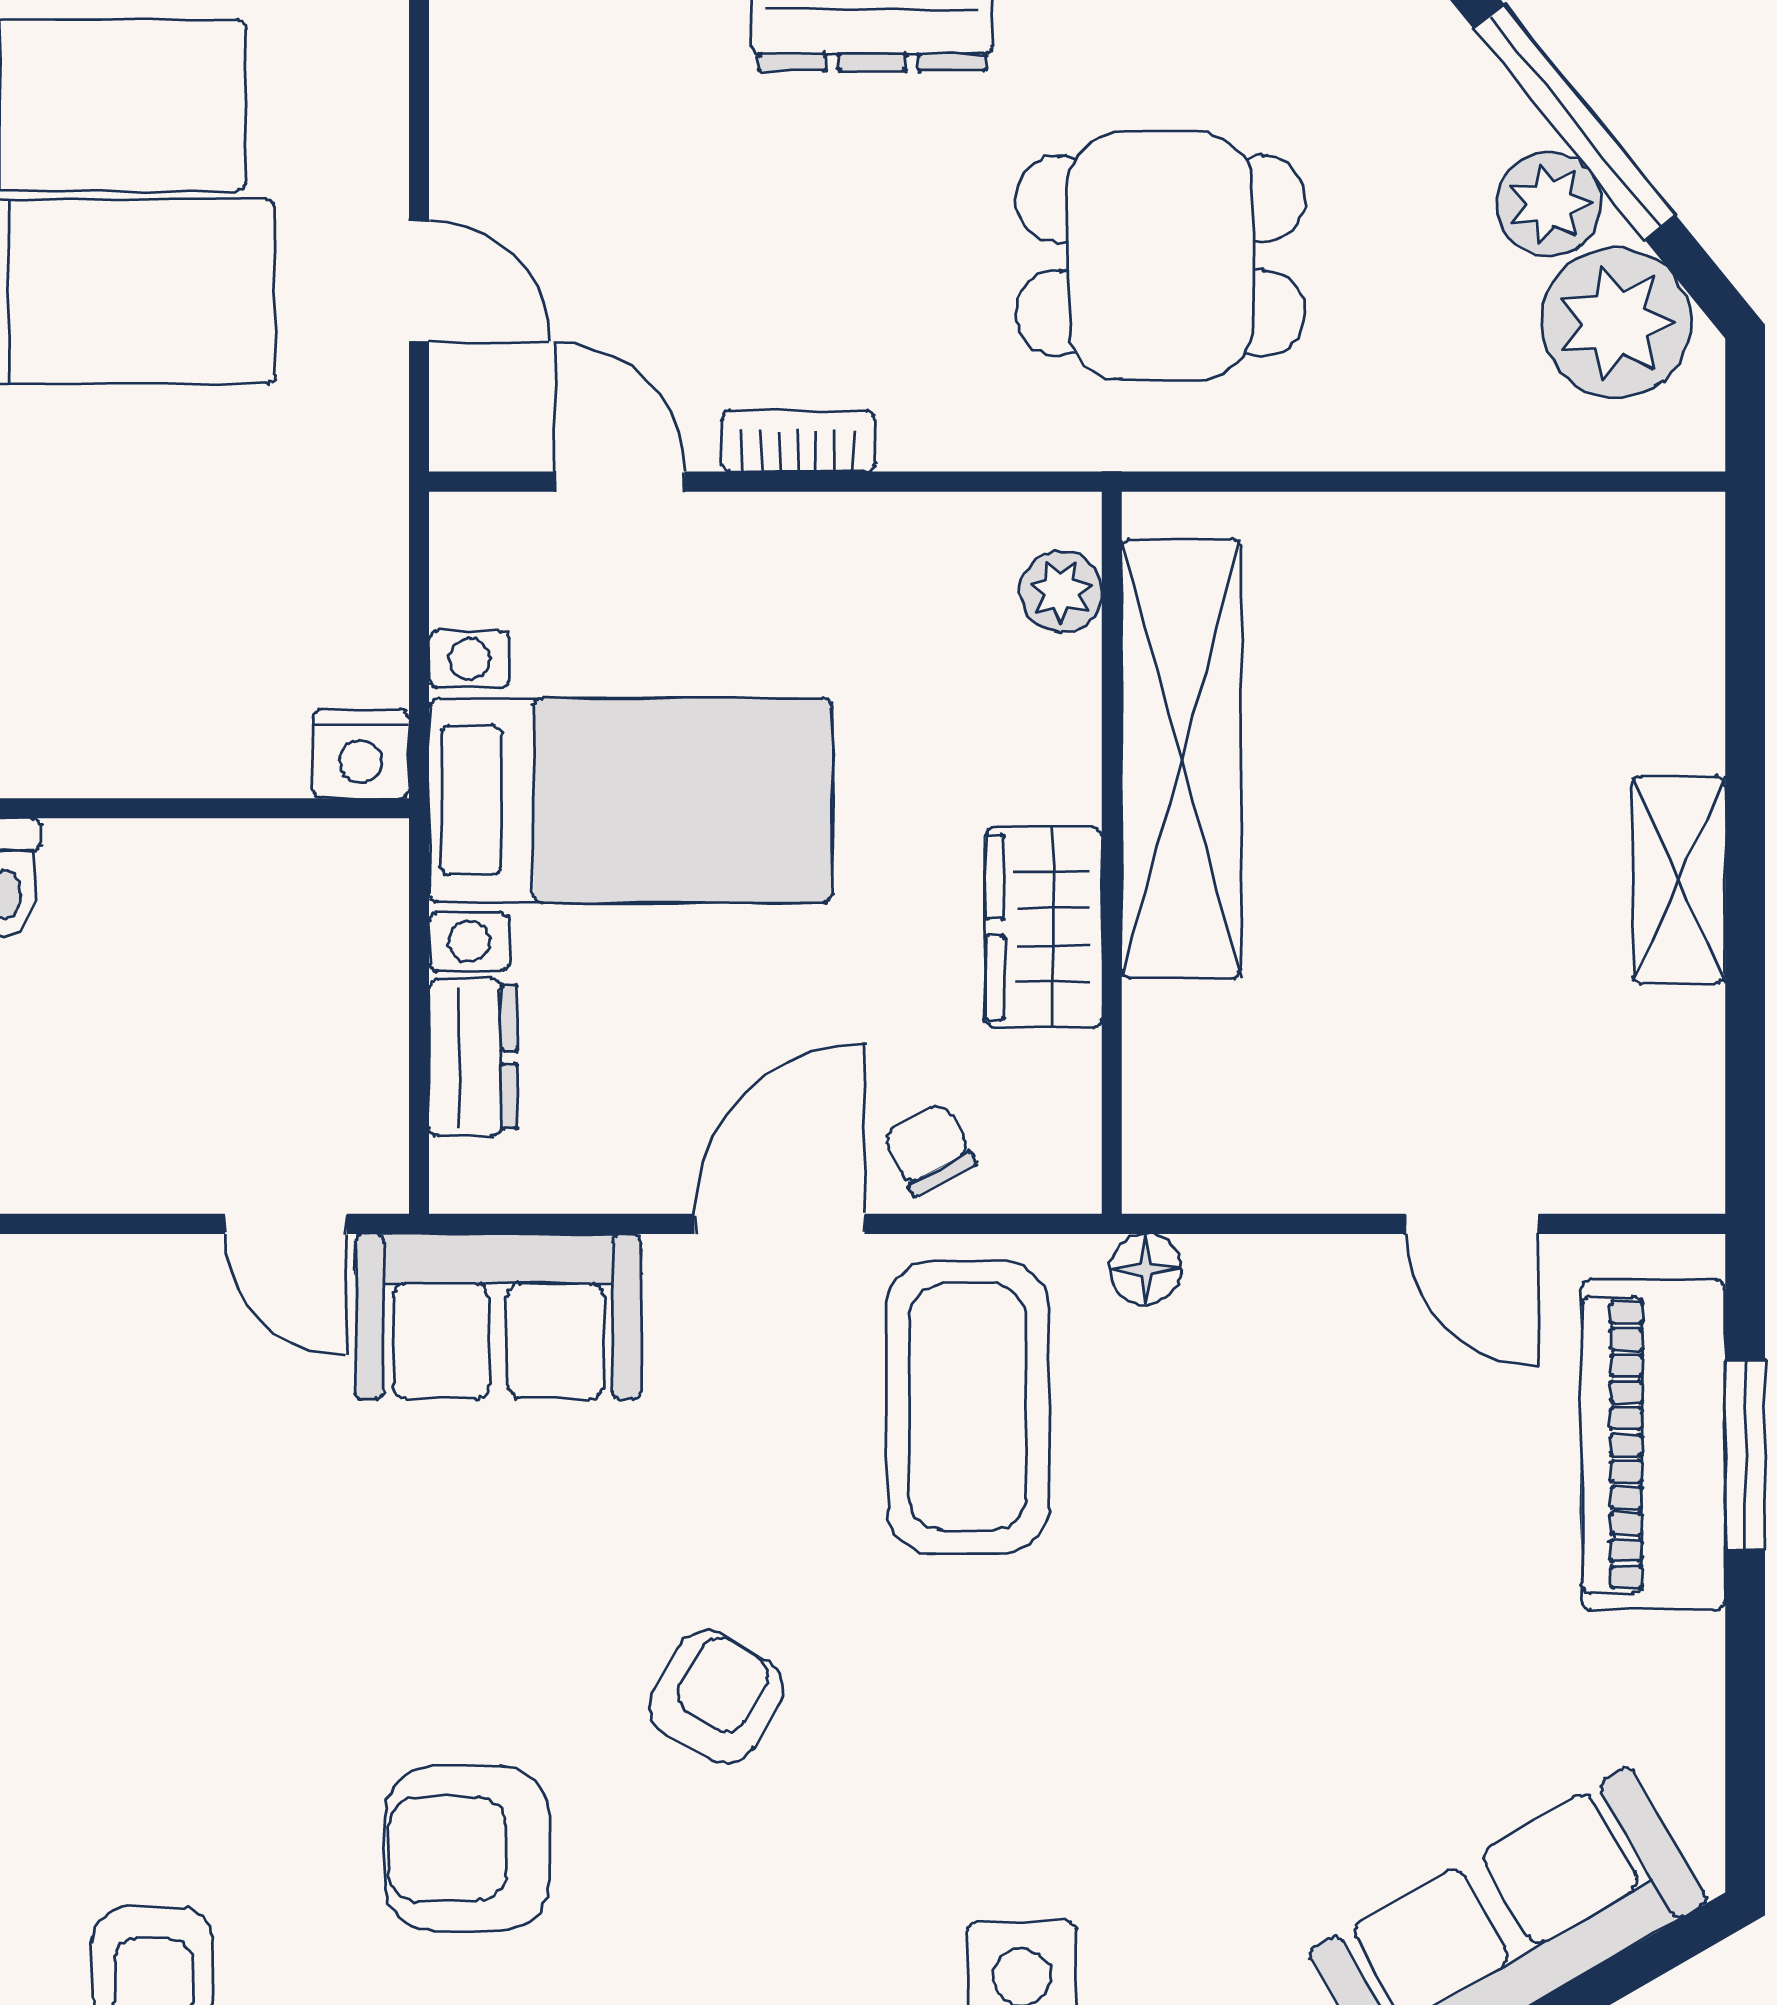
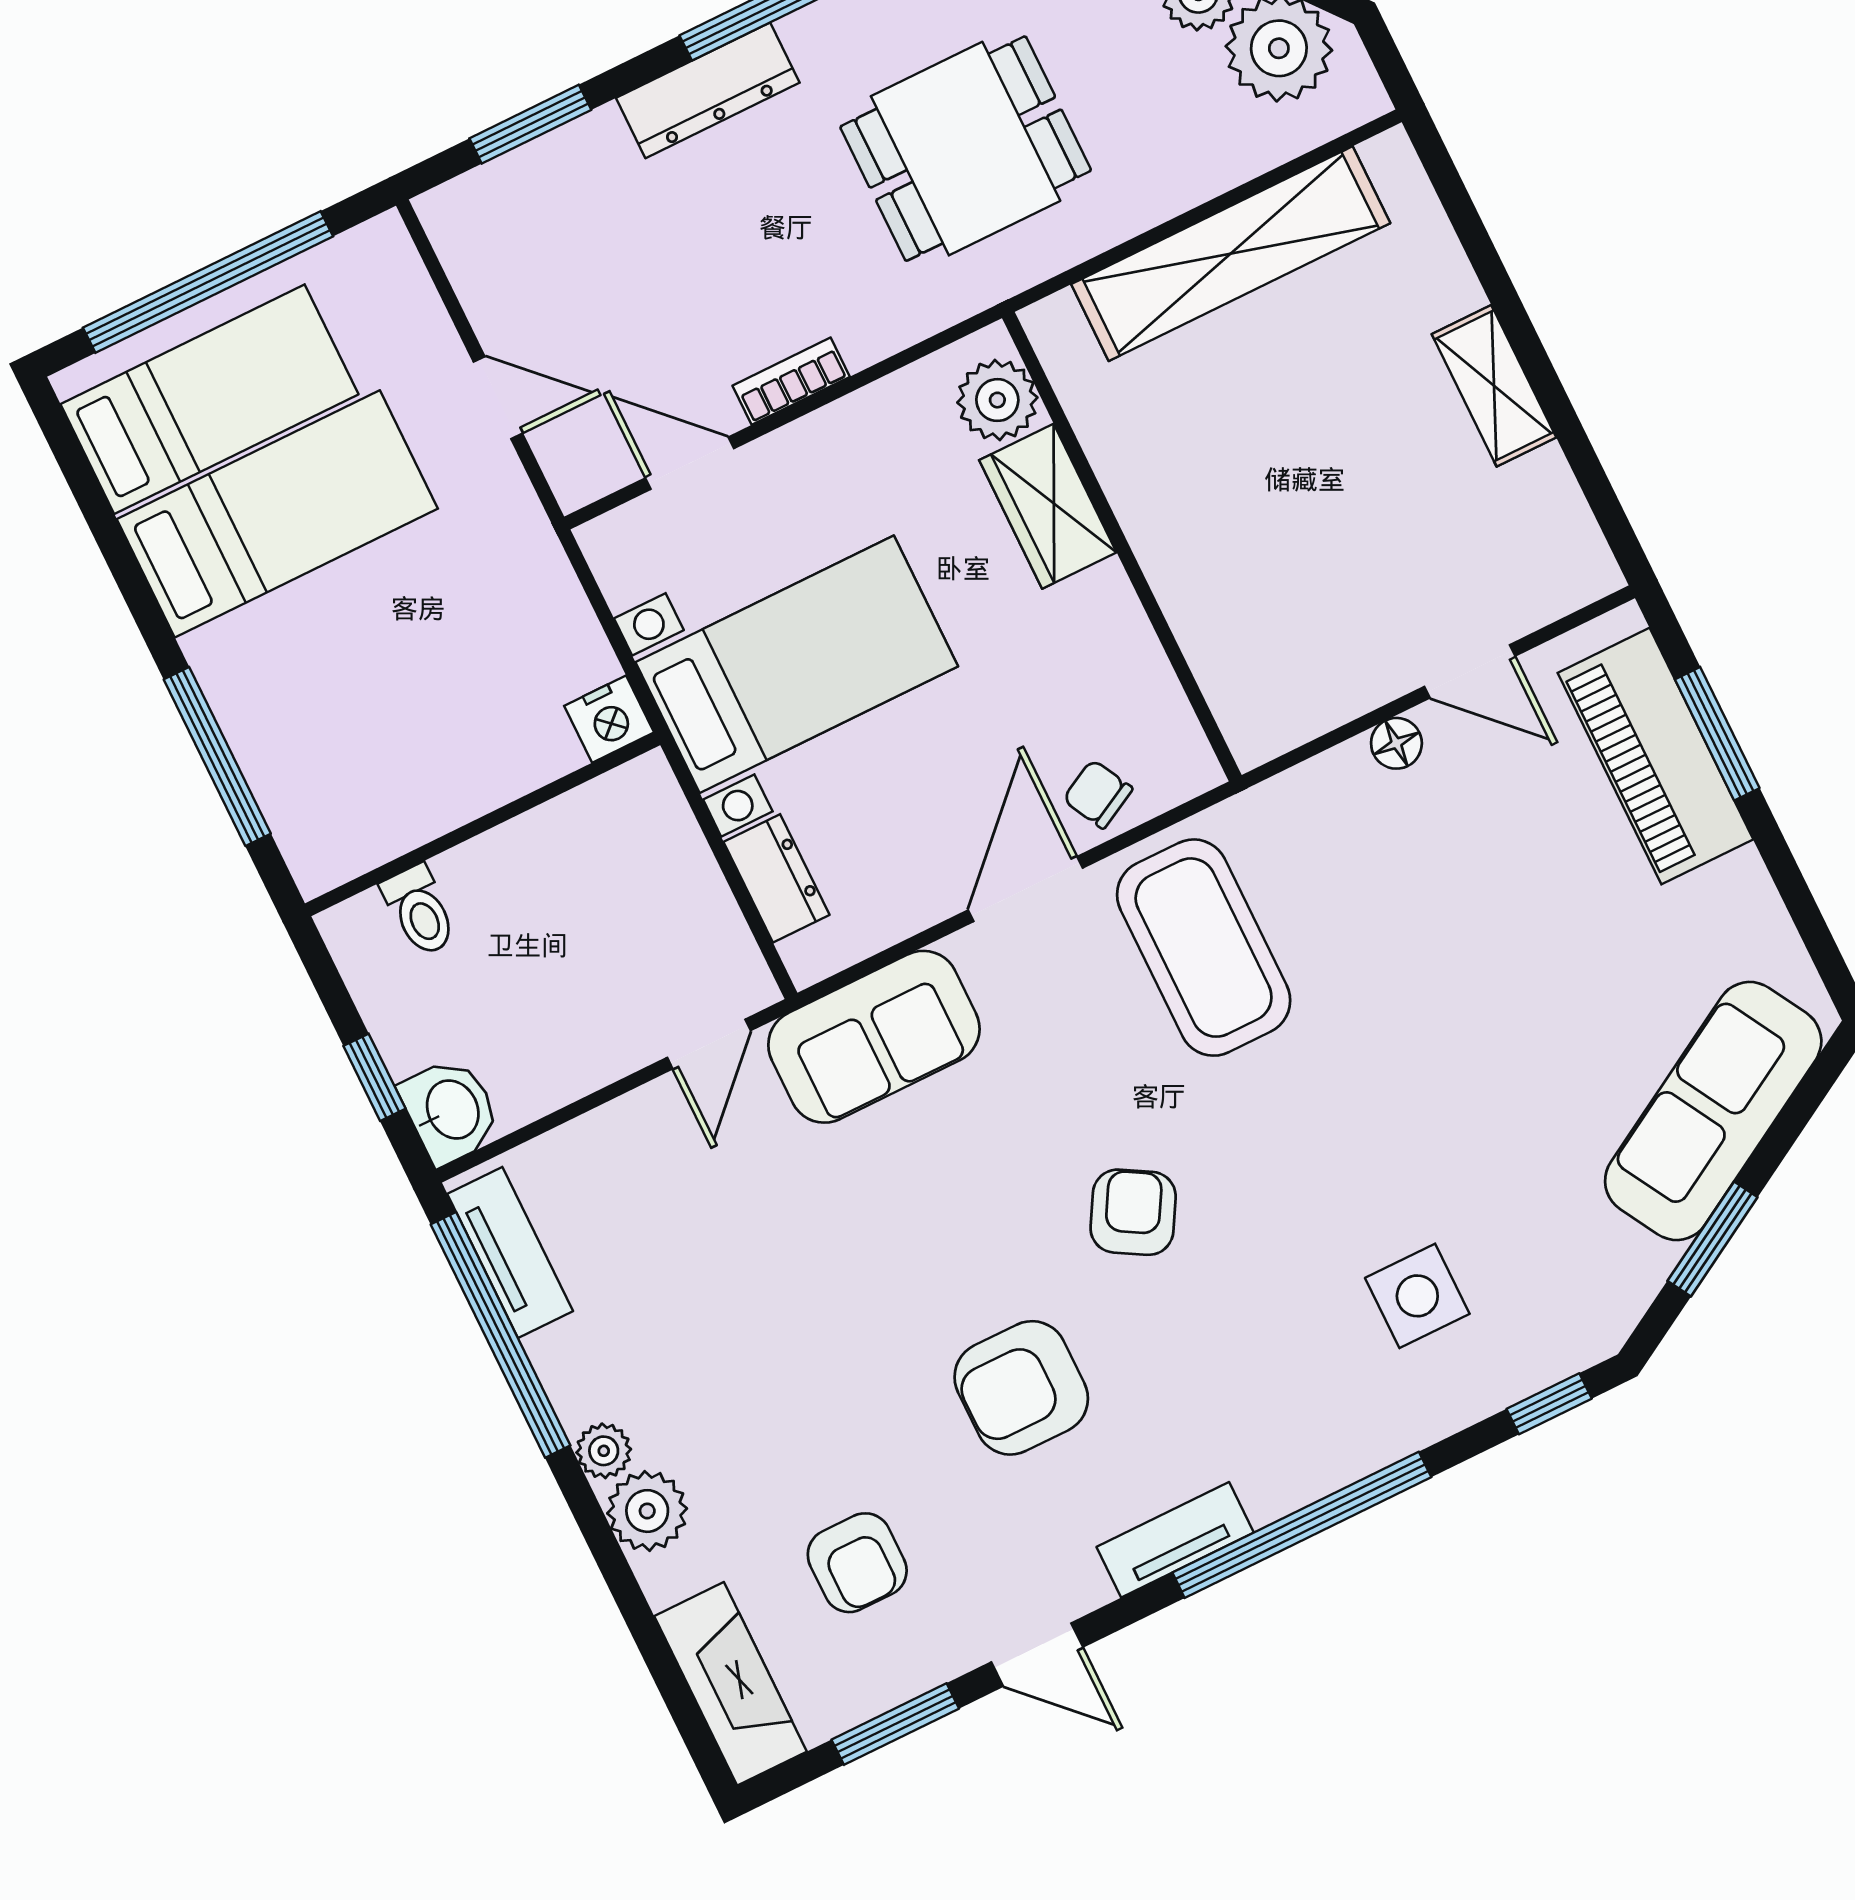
plant: (1061, 592) -> (997, 400), width x1.38, depth x1.38
shelving: (1182, 759) -> (1231, 254), moved, turned 90
wardrobe: (1044, 927) -> (1048, 506), moved
door: (286, 1224) -> (709, 1044), hinge flipped
floor lamp: (1146, 1269) -> (1396, 743), moved

